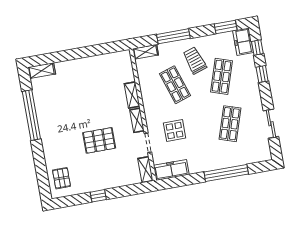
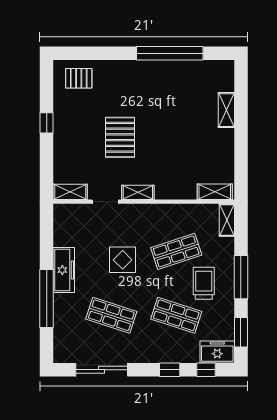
window: (173, 36) -> (241, 277), moved
trolley: (195, 60) -> (204, 283), turned -72
shelving: (42, 71) -> (226, 110), moved
shelving: (132, 95) -> (215, 192), moved
sliding door: (271, 124) -> (102, 370), width x1.37
display table: (175, 131) -> (123, 260), moved
freezer: (171, 170) -> (64, 270), moved

